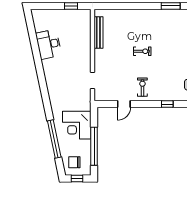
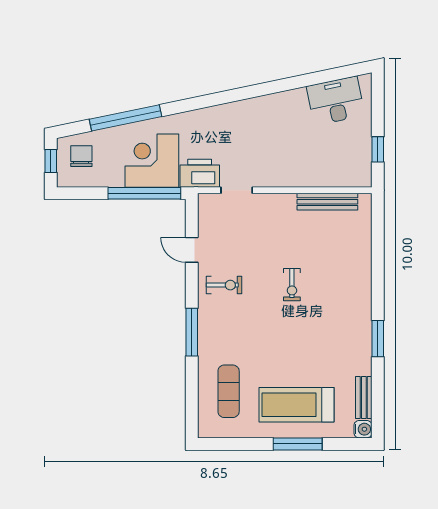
desk: (49, 44) -> (336, 101), moved
printer: (83, 100) -> (200, 173), added
window: (167, 104) -> (192, 332), width x2.17
window: (94, 146) -> (144, 193), moved

